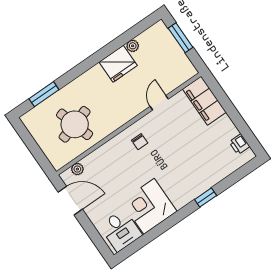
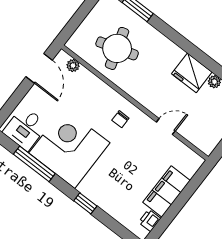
filing cabinet: (204, 101) -> (167, 191), moved
corner desk: (149, 206) -> (69, 148), width x1.36, depth x1.36
window: (155, 232) -> (34, 164), added

